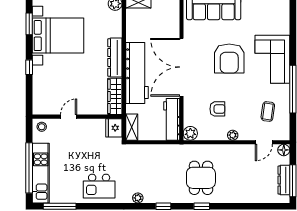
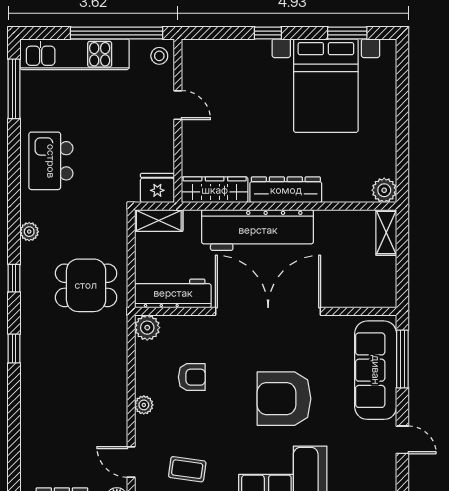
armchair: (217, 109) -> (192, 377), turned -90
window: (29, 168) -> (116, 33), moved
dining table: (201, 178) -> (86, 285), moved

